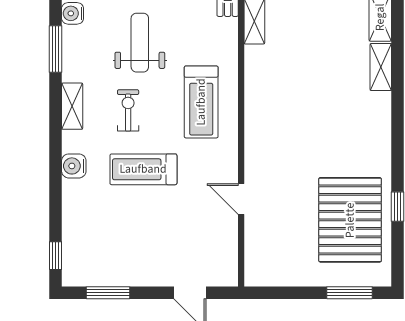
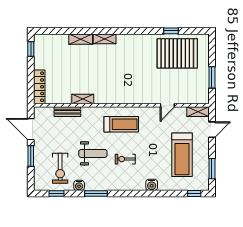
weight bench: (140, 43) -> (93, 153), turned 180
shelving: (72, 106) -> (198, 112), moved
treadmill: (143, 169) -> (182, 155), moved, width x1.37, depth x1.38
window: (349, 293) -> (212, 77), moved

